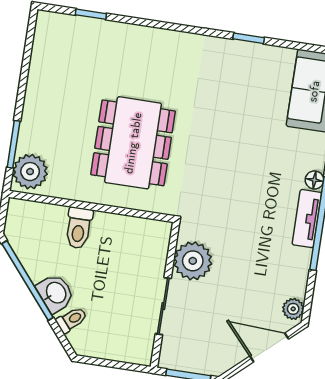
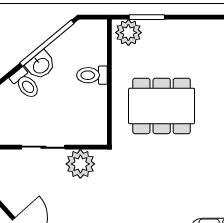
toilet: (72, 320) -> (25, 84), width x1.37, depth x1.39

